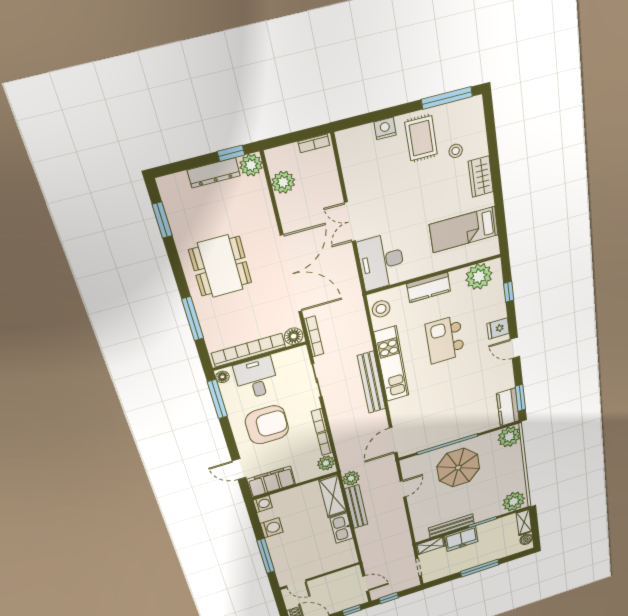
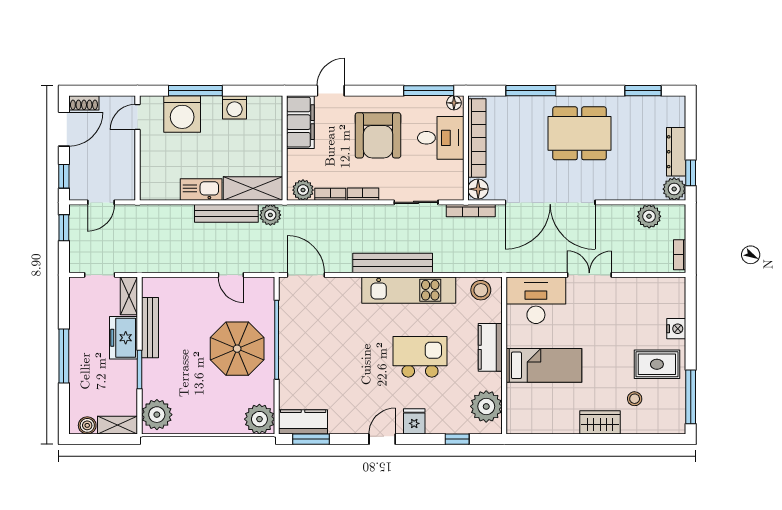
bed: (464, 230) -> (544, 365), moved, turned 90
washing machine: (263, 504) -> (182, 114), moved, width x1.89, depth x1.89

